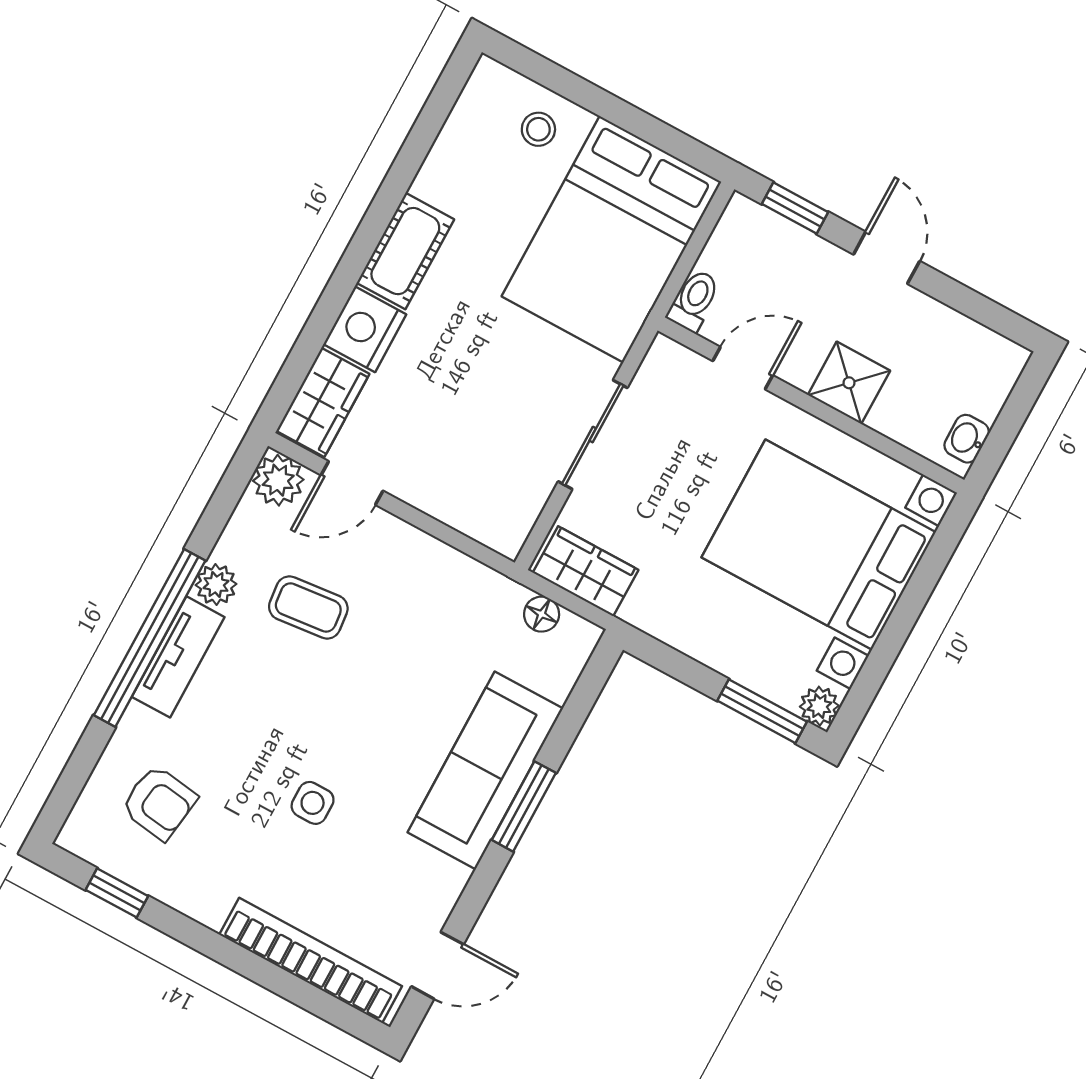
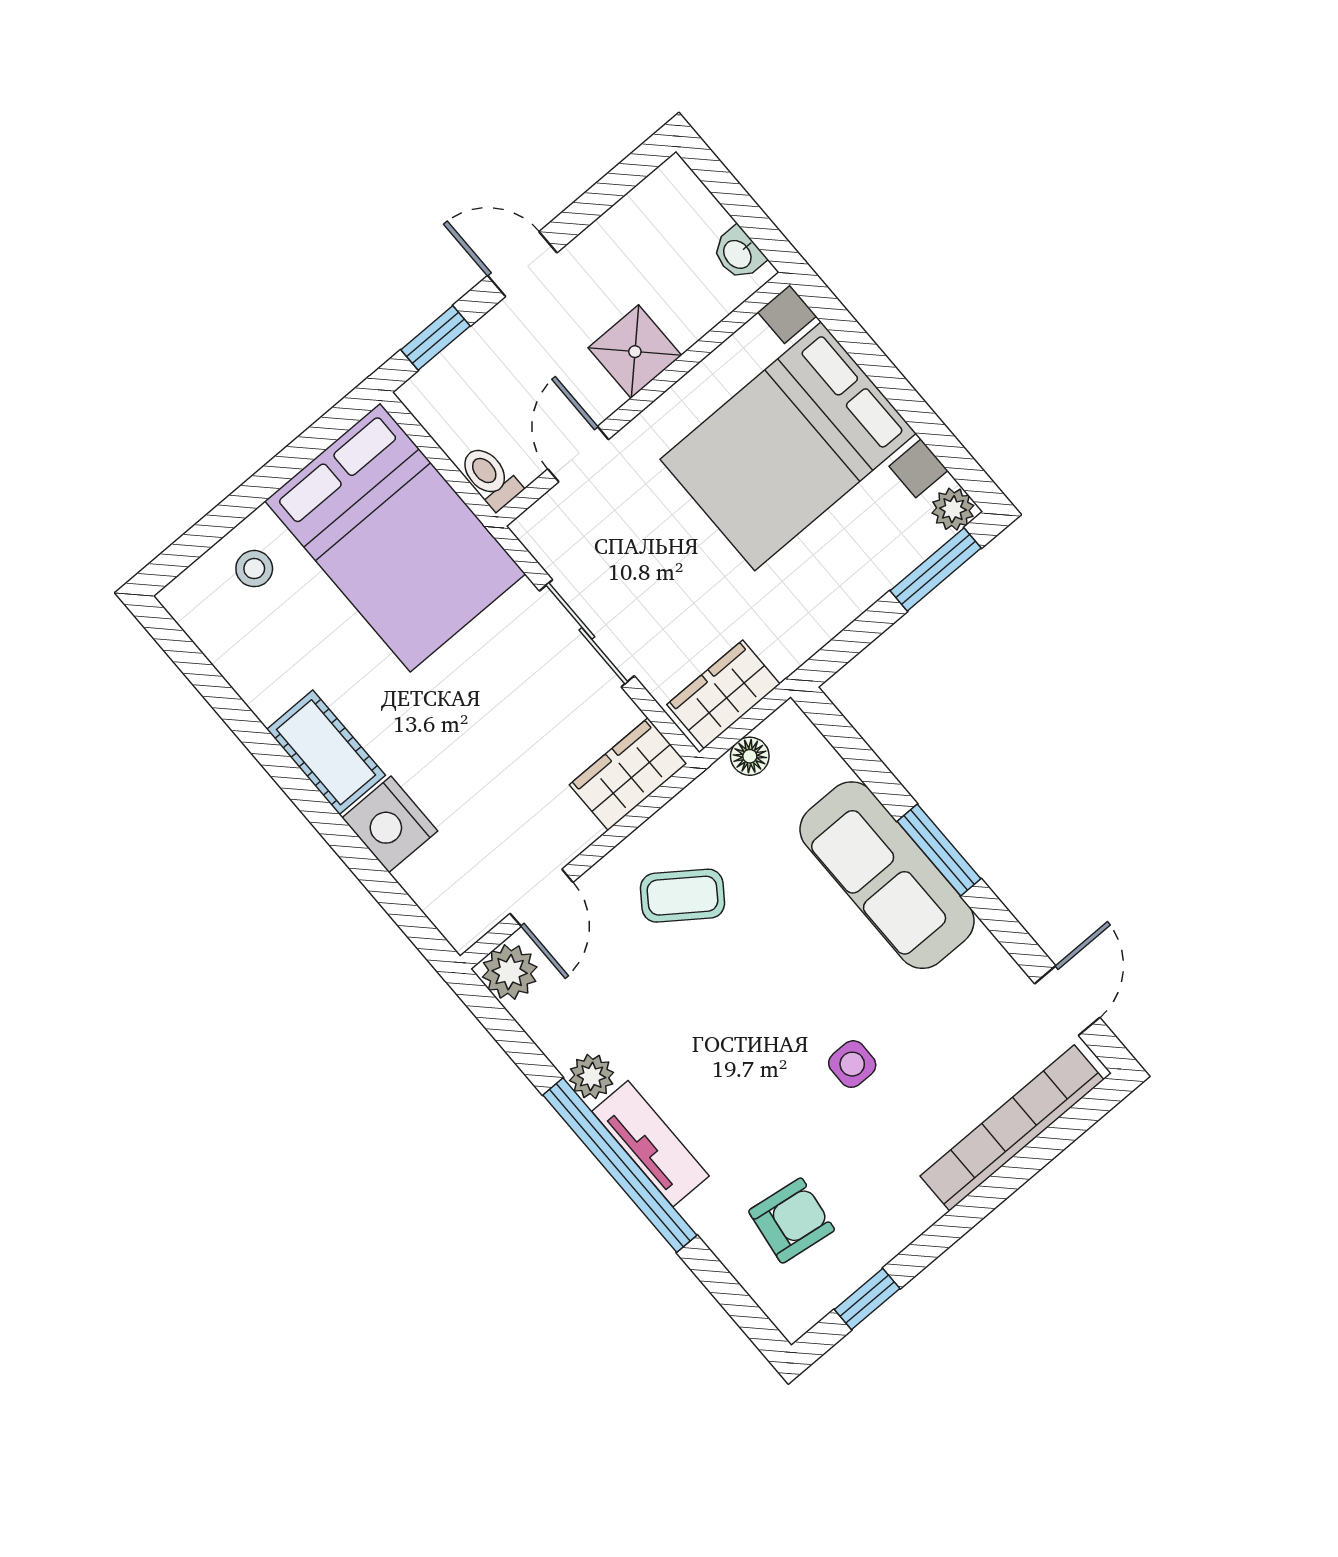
wardrobe: (323, 402) -> (628, 774), moved, turned -90
coffee table: (308, 608) -> (682, 896), moved, turned 42

